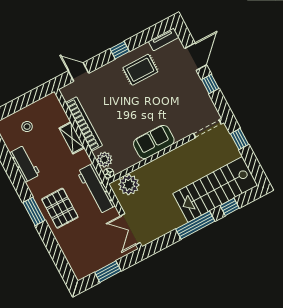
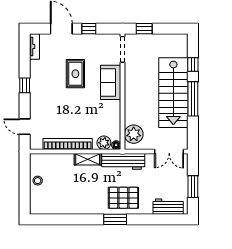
rug: (140, 70) -> (75, 74), moved
door: (78, 72) -> (25, 127), hinge flipped
stool: (27, 127) -> (38, 181), moved
shelving: (72, 138) -> (88, 159), moved
sofa: (154, 142) -> (111, 82), moved
workbench: (25, 164) -> (168, 207), moved
stairs: (215, 190) -> (173, 93), moved

